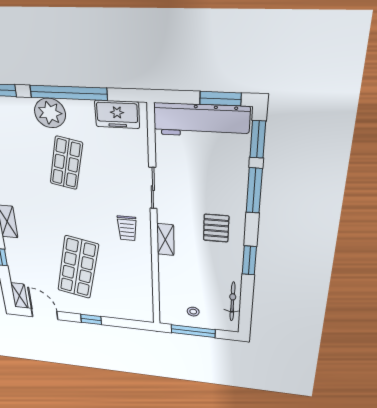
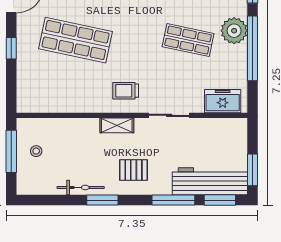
freezer: (117, 114) -> (223, 101), moved, turned 90
workbench: (201, 120) -> (210, 181), moved, turned 90
bicycle: (232, 302) -> (81, 187), moved

